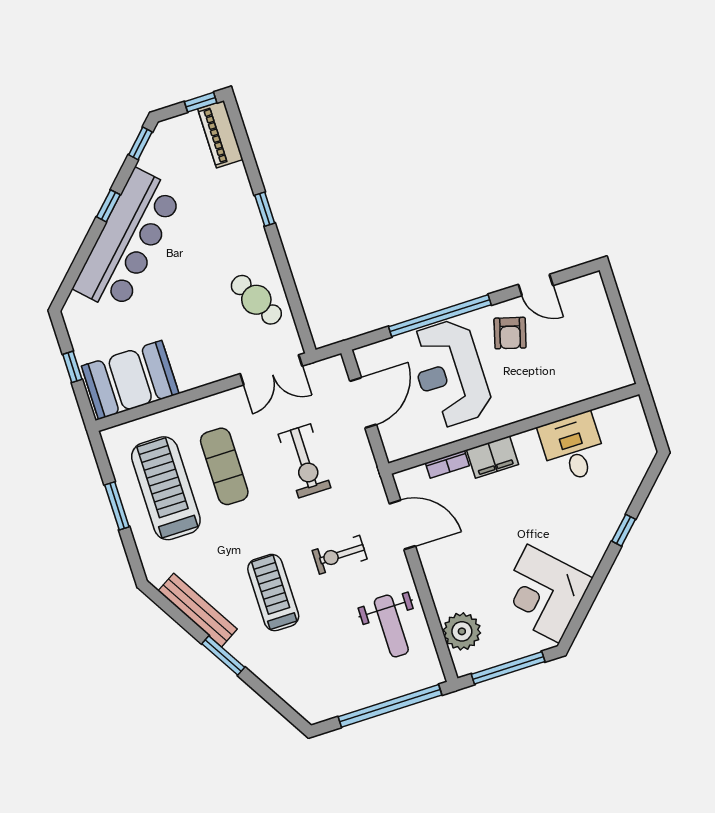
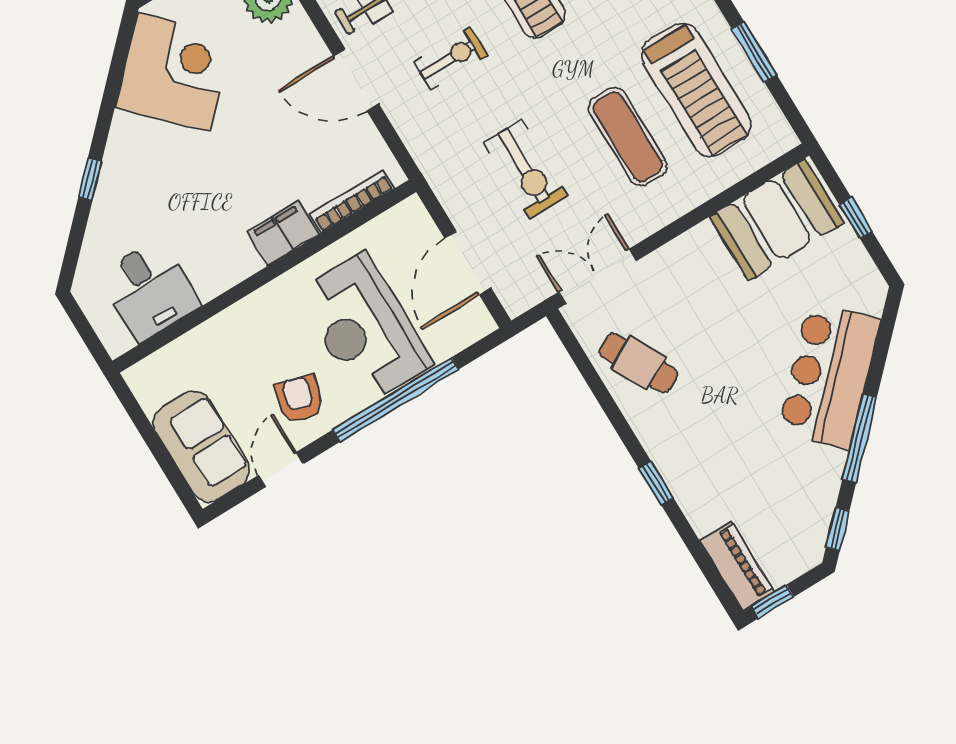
window: (108, 206) -> (860, 438), width x2.17
bar counter: (128, 240) -> (829, 376), width x0.73
door: (536, 285) -> (281, 470), hinge flipped
sofa: (590, 316) -> (201, 447), added
reception desk: (450, 373) -> (364, 328), turned 180
desk: (573, 448) -> (149, 290), moved
exercise bike: (305, 461) -> (525, 169), turned 180
bookcase: (447, 464) -> (352, 201), width x1.56
door: (402, 525) -> (356, 80), moved

